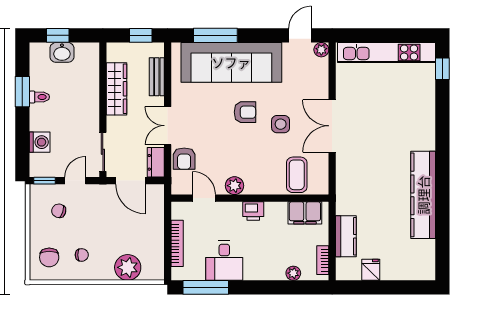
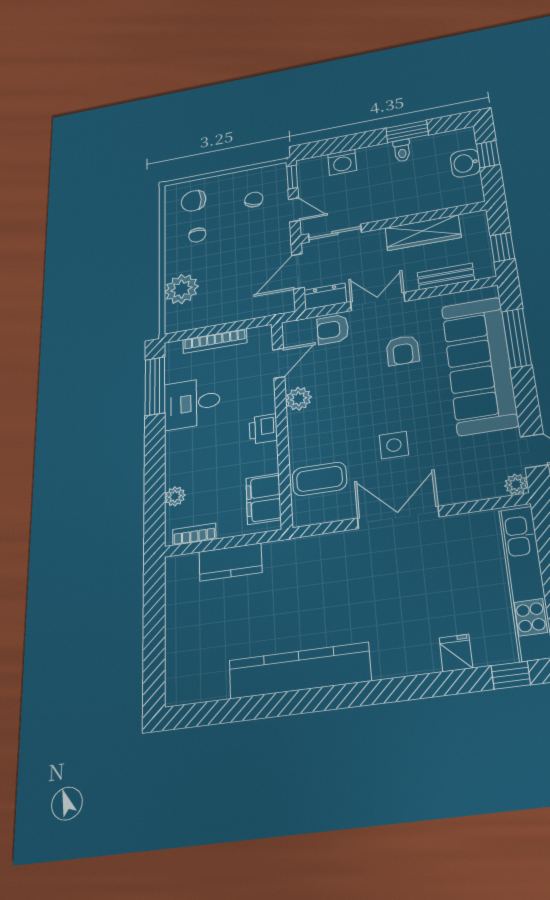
armchair: (245, 112) -> (403, 350), moved
fridge: (371, 270) -> (456, 653), moved, turned -90

